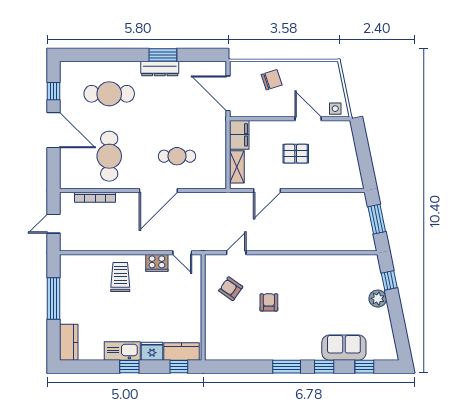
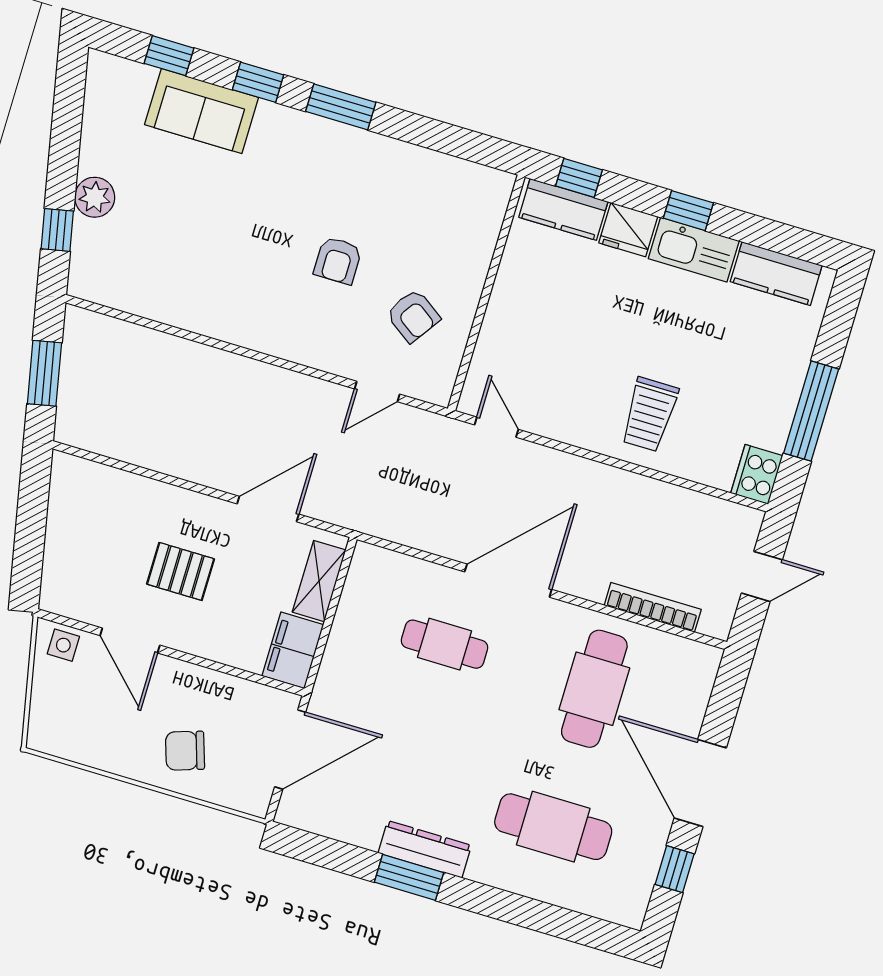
door: (228, 93) -> (290, 750), hinge flipped
cooker: (157, 263) -> (757, 474), moved, turned -90
kitchen counter: (69, 342) -> (776, 274), moved, turned -90

